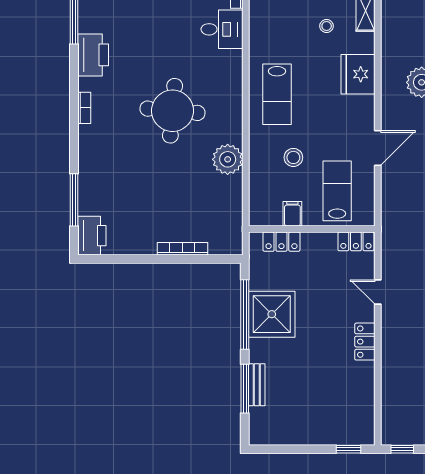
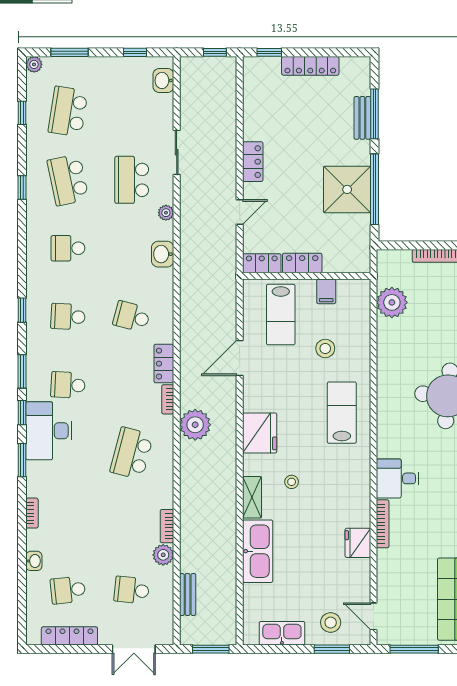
plant: (228, 159) -> (392, 302), moved
locker: (281, 242) -> (302, 263), moved
door: (378, 292) -> (240, 212), hinge flipped
locker: (308, 436) -> (310, 66), added

